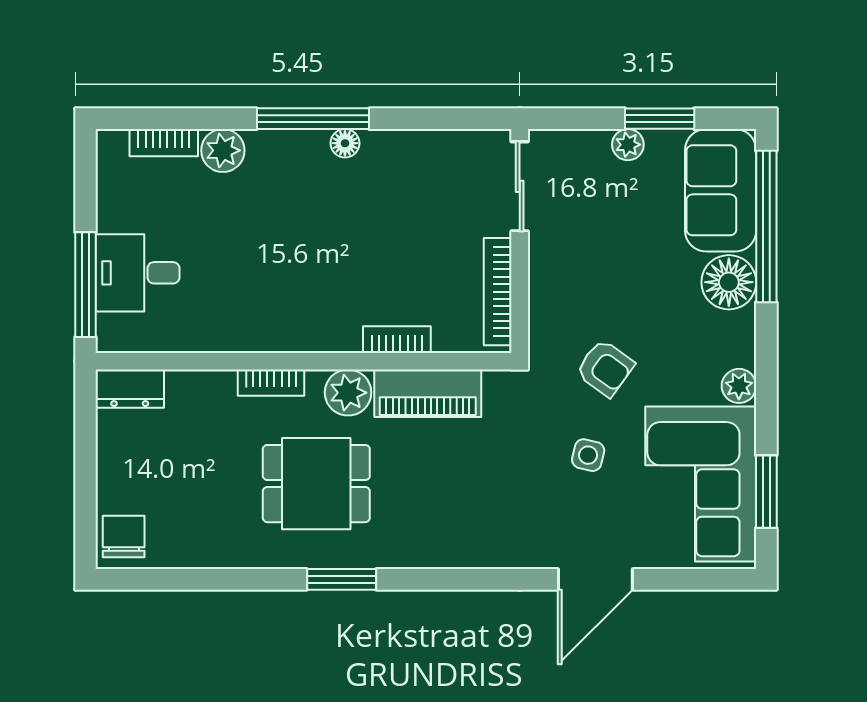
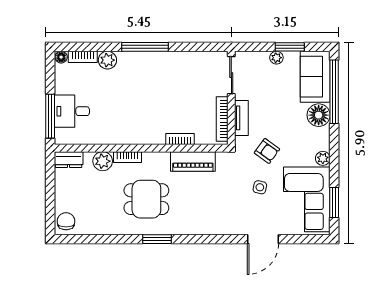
floor lamp: (345, 143) -> (61, 57), moved
tv unit: (544, 289) -> (241, 118), added
plant: (348, 393) -> (103, 161), moved

